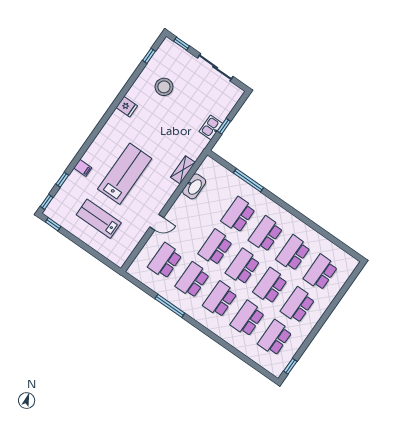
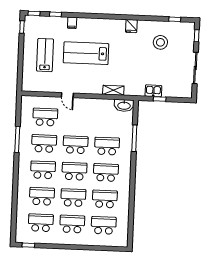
lab bench: (125, 174) -> (86, 53), turned 180
washbasin: (194, 186) -> (124, 105), moved

